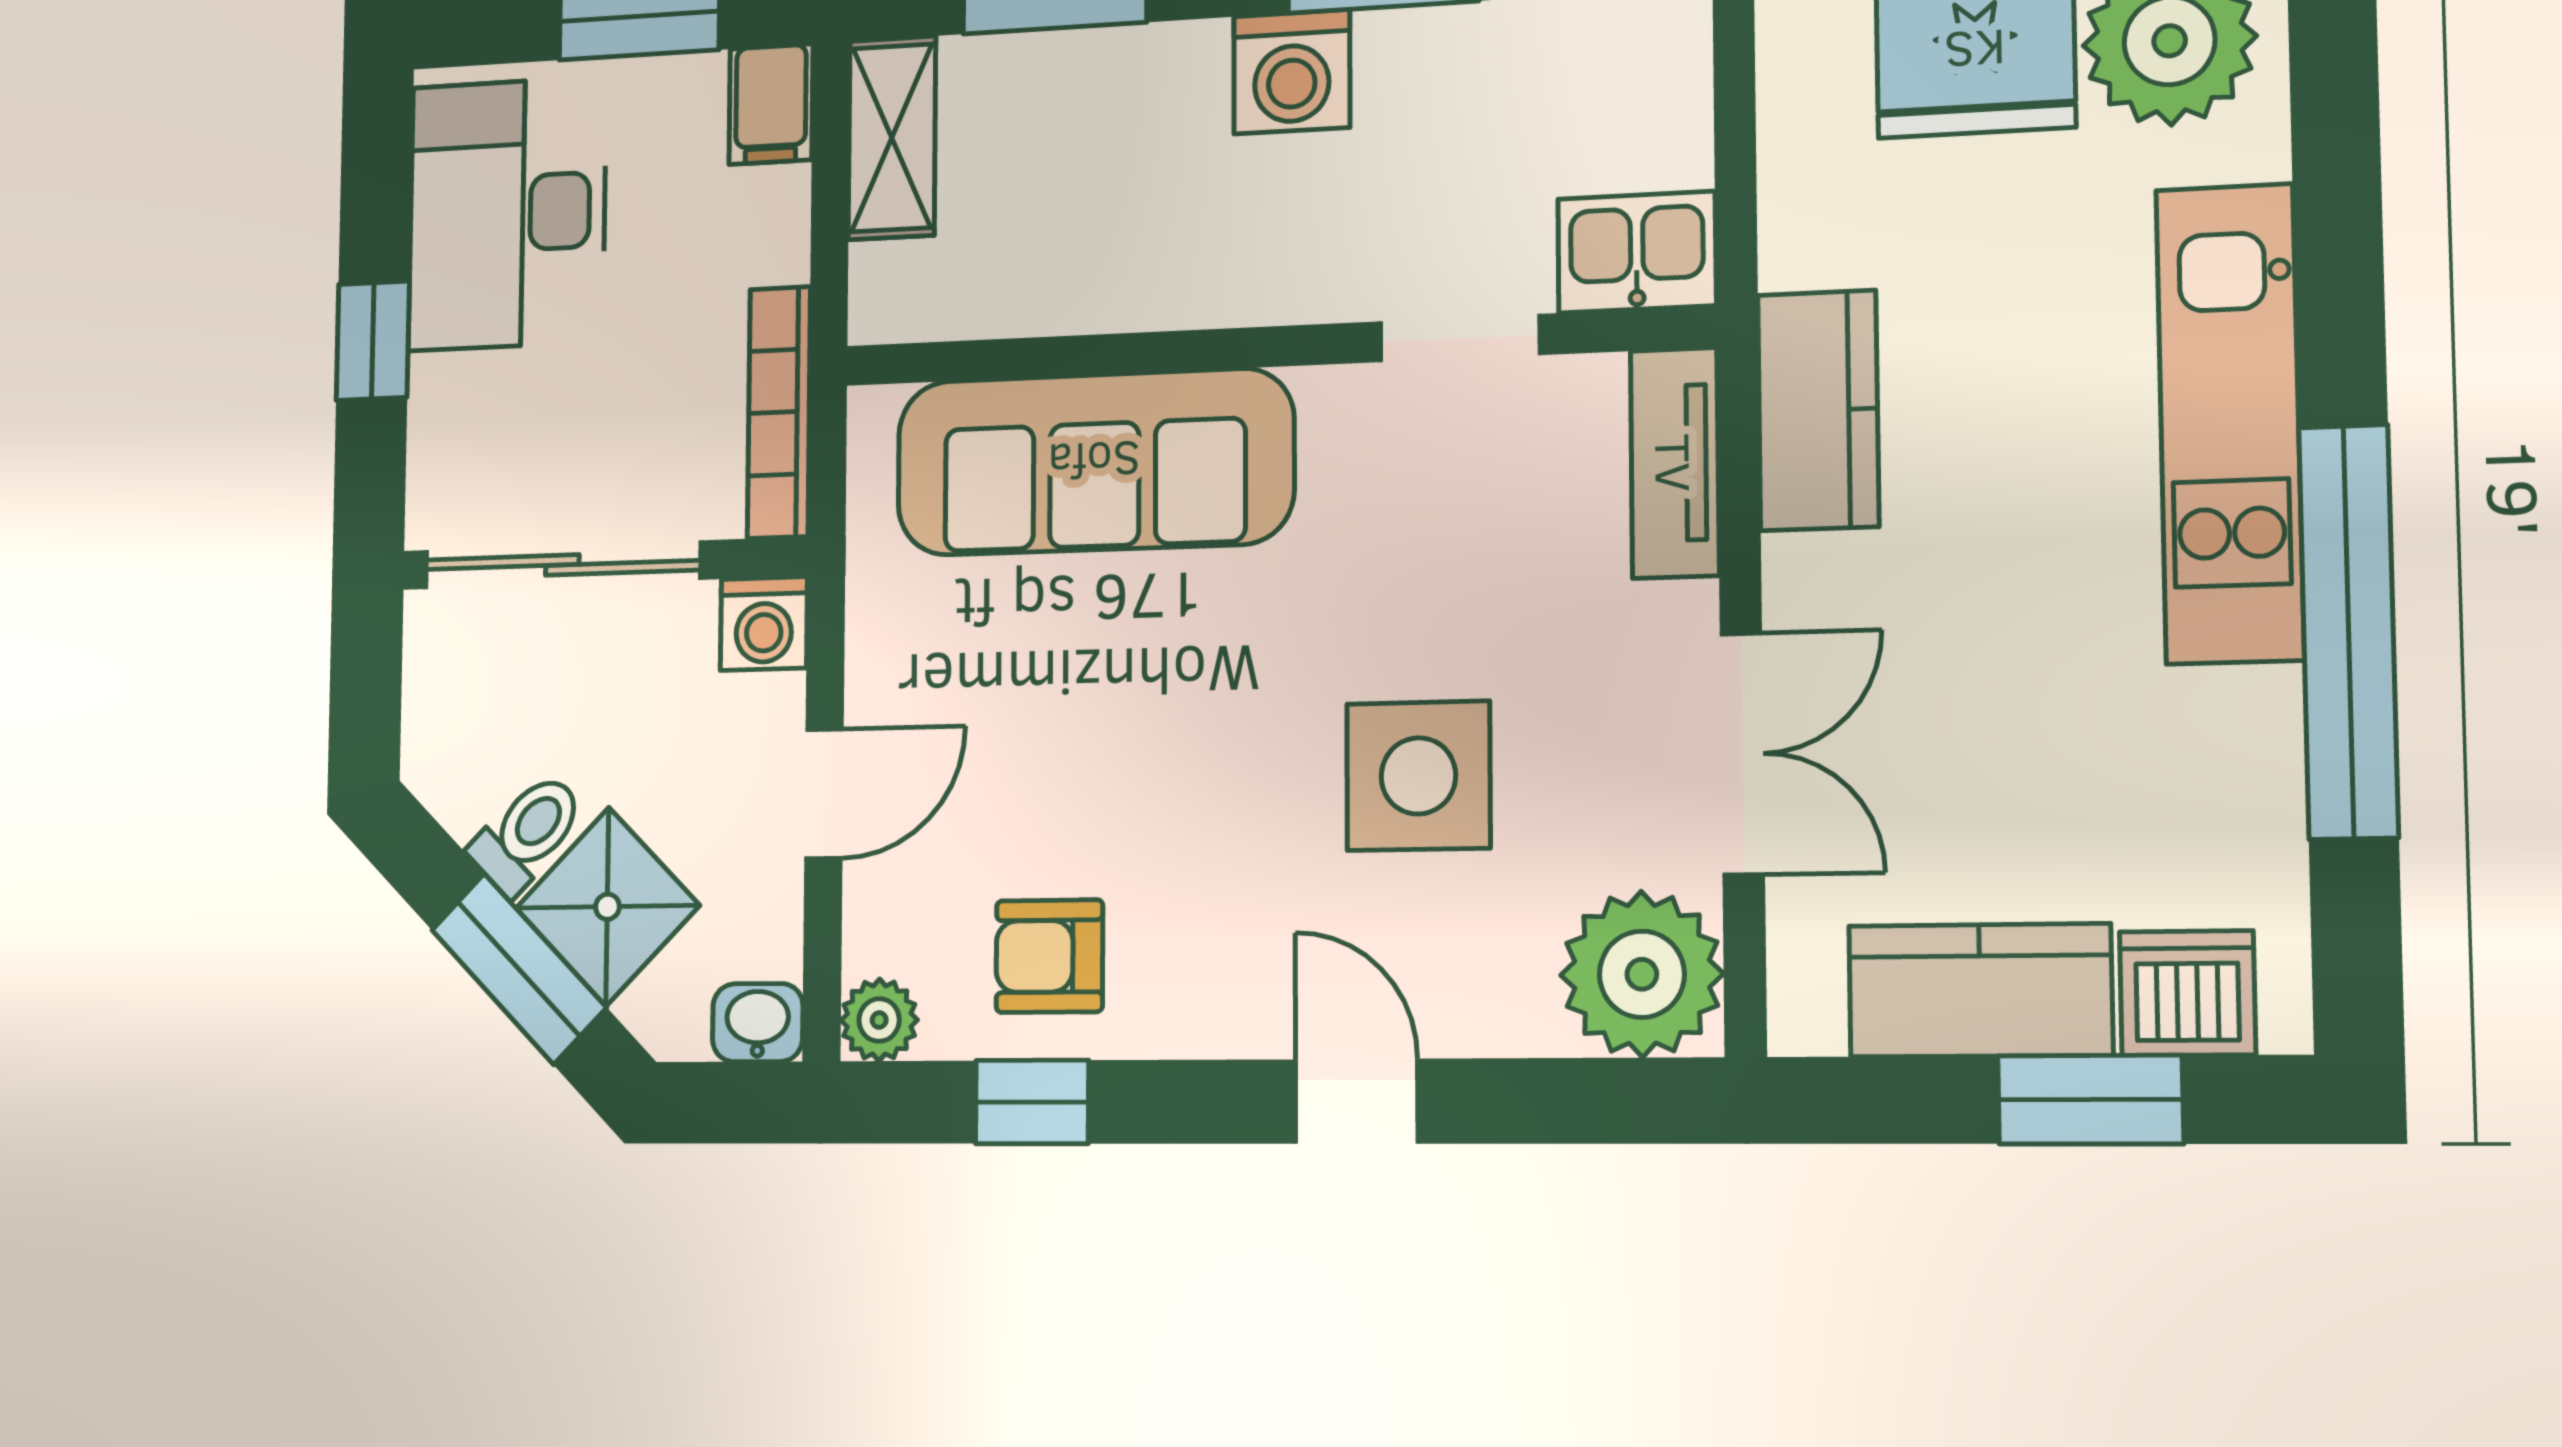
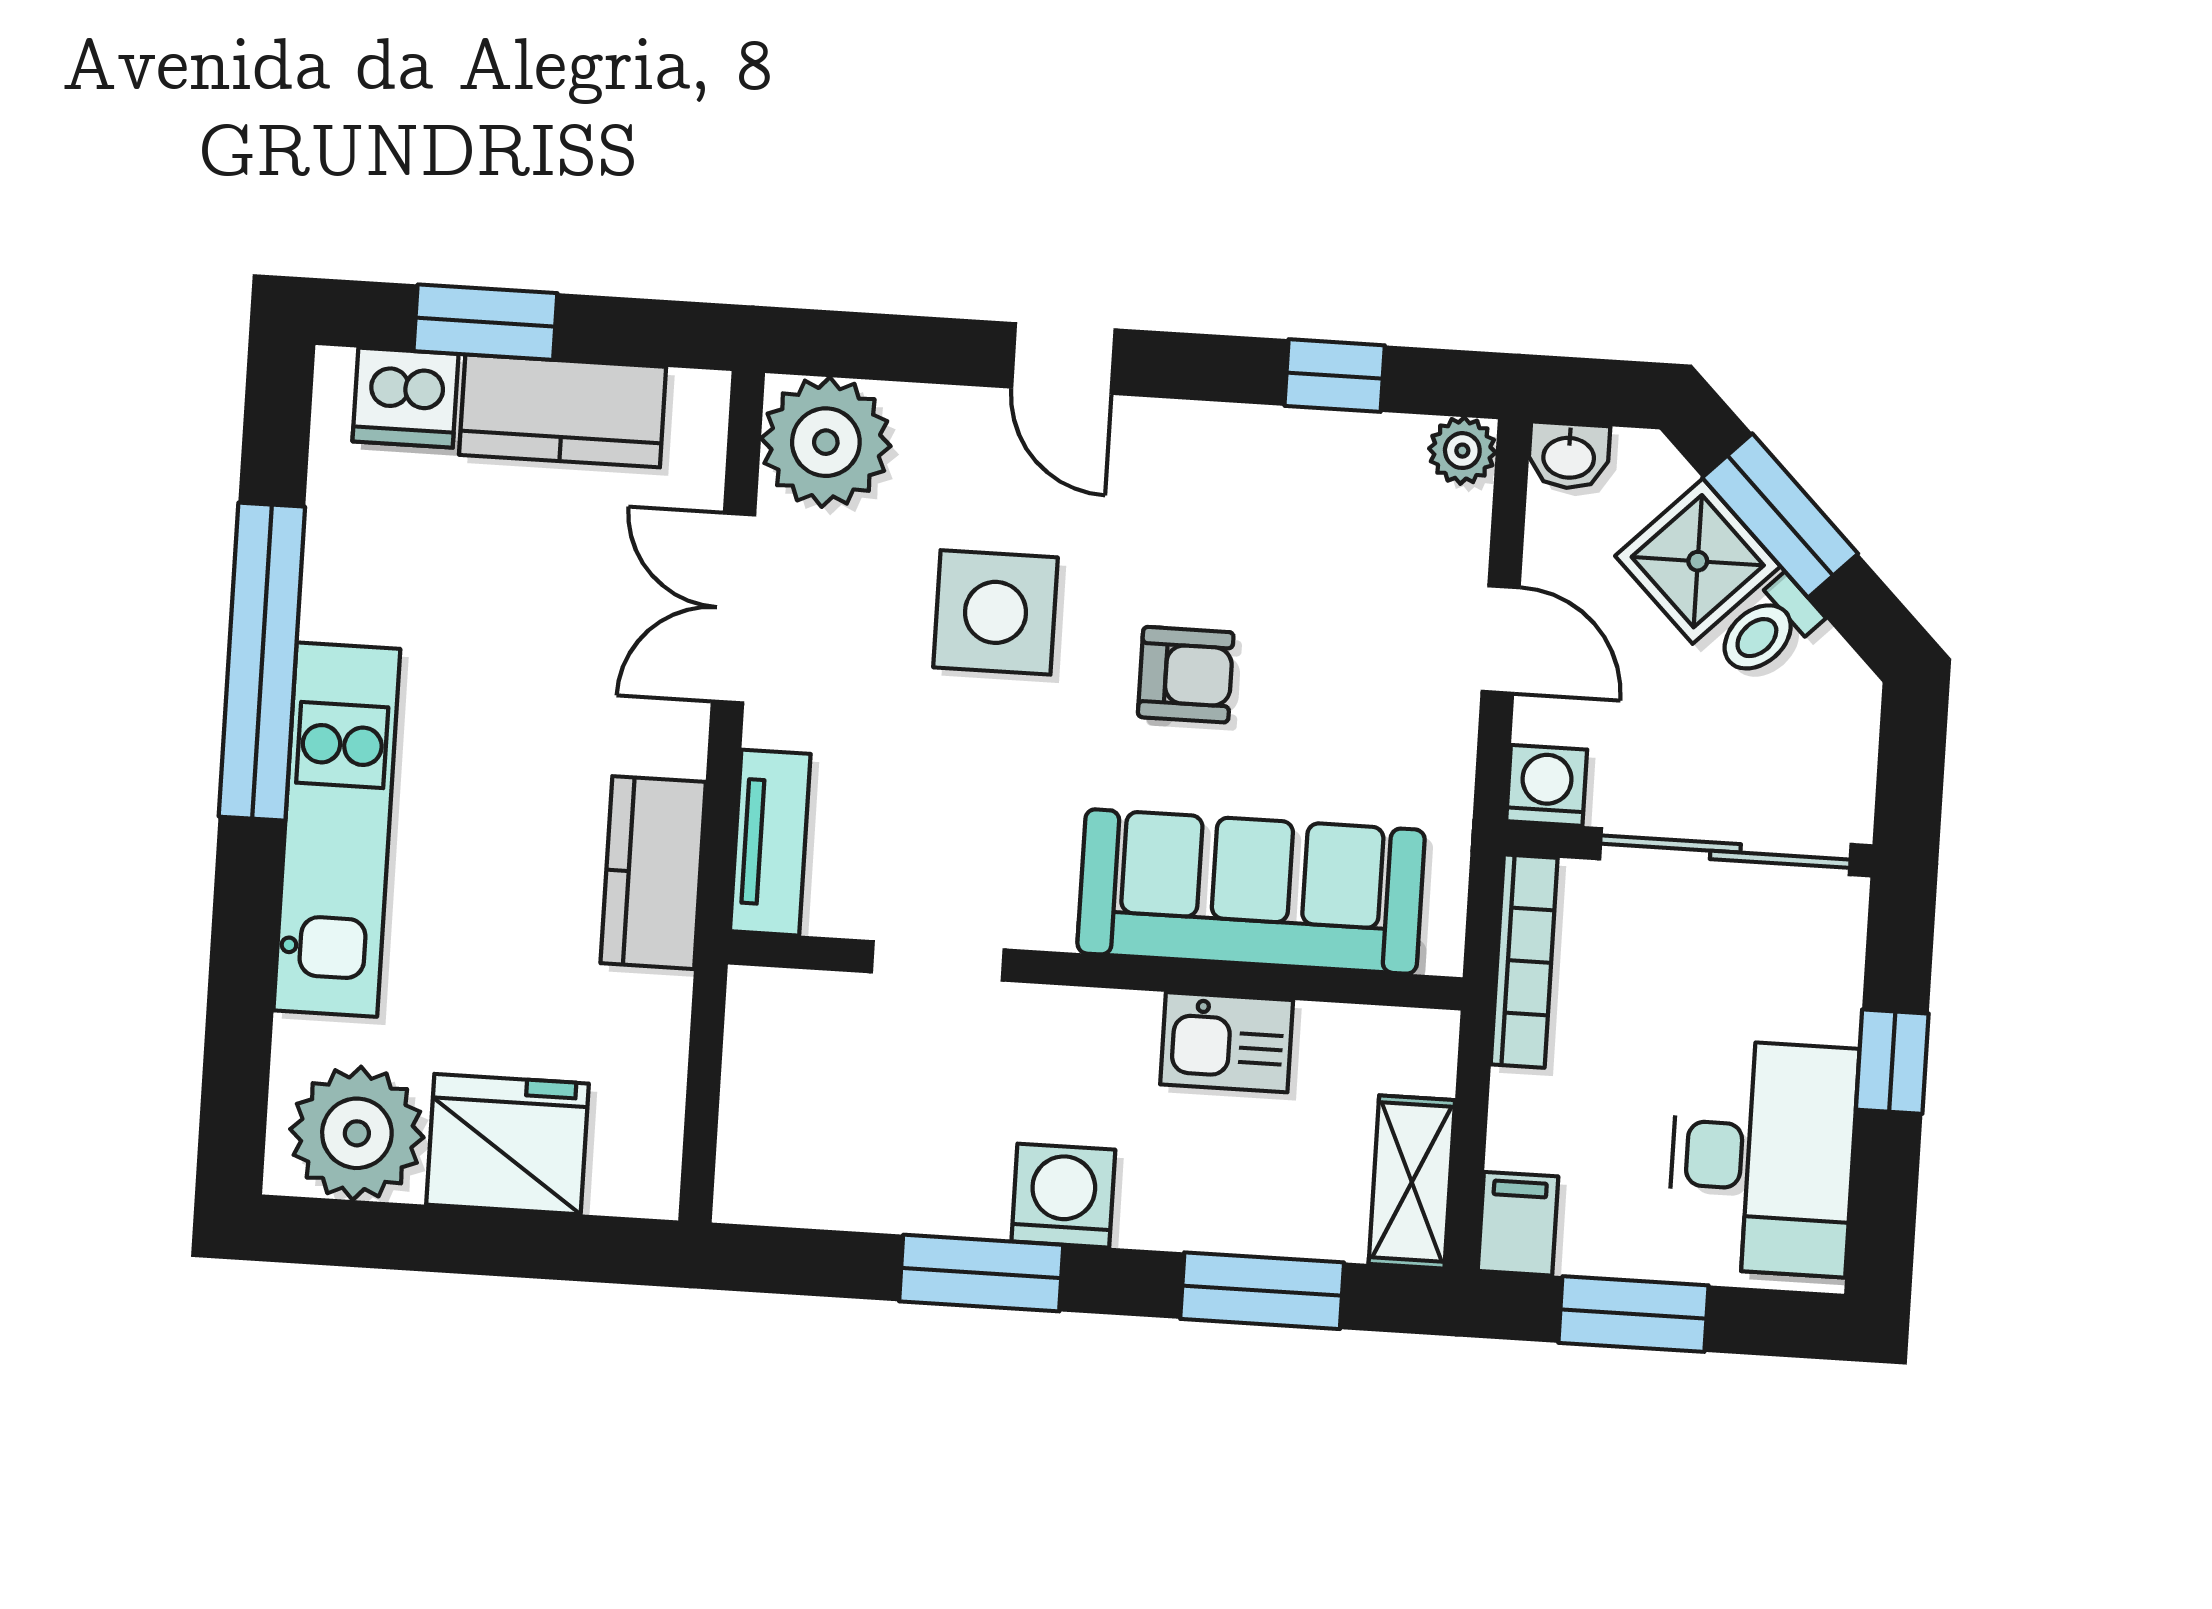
kitchen sink: (1637, 252) -> (1227, 1042), moved
door: (824, 794) -> (1501, 640), swing flipped
armchair: (1049, 956) -> (1186, 675), moved

